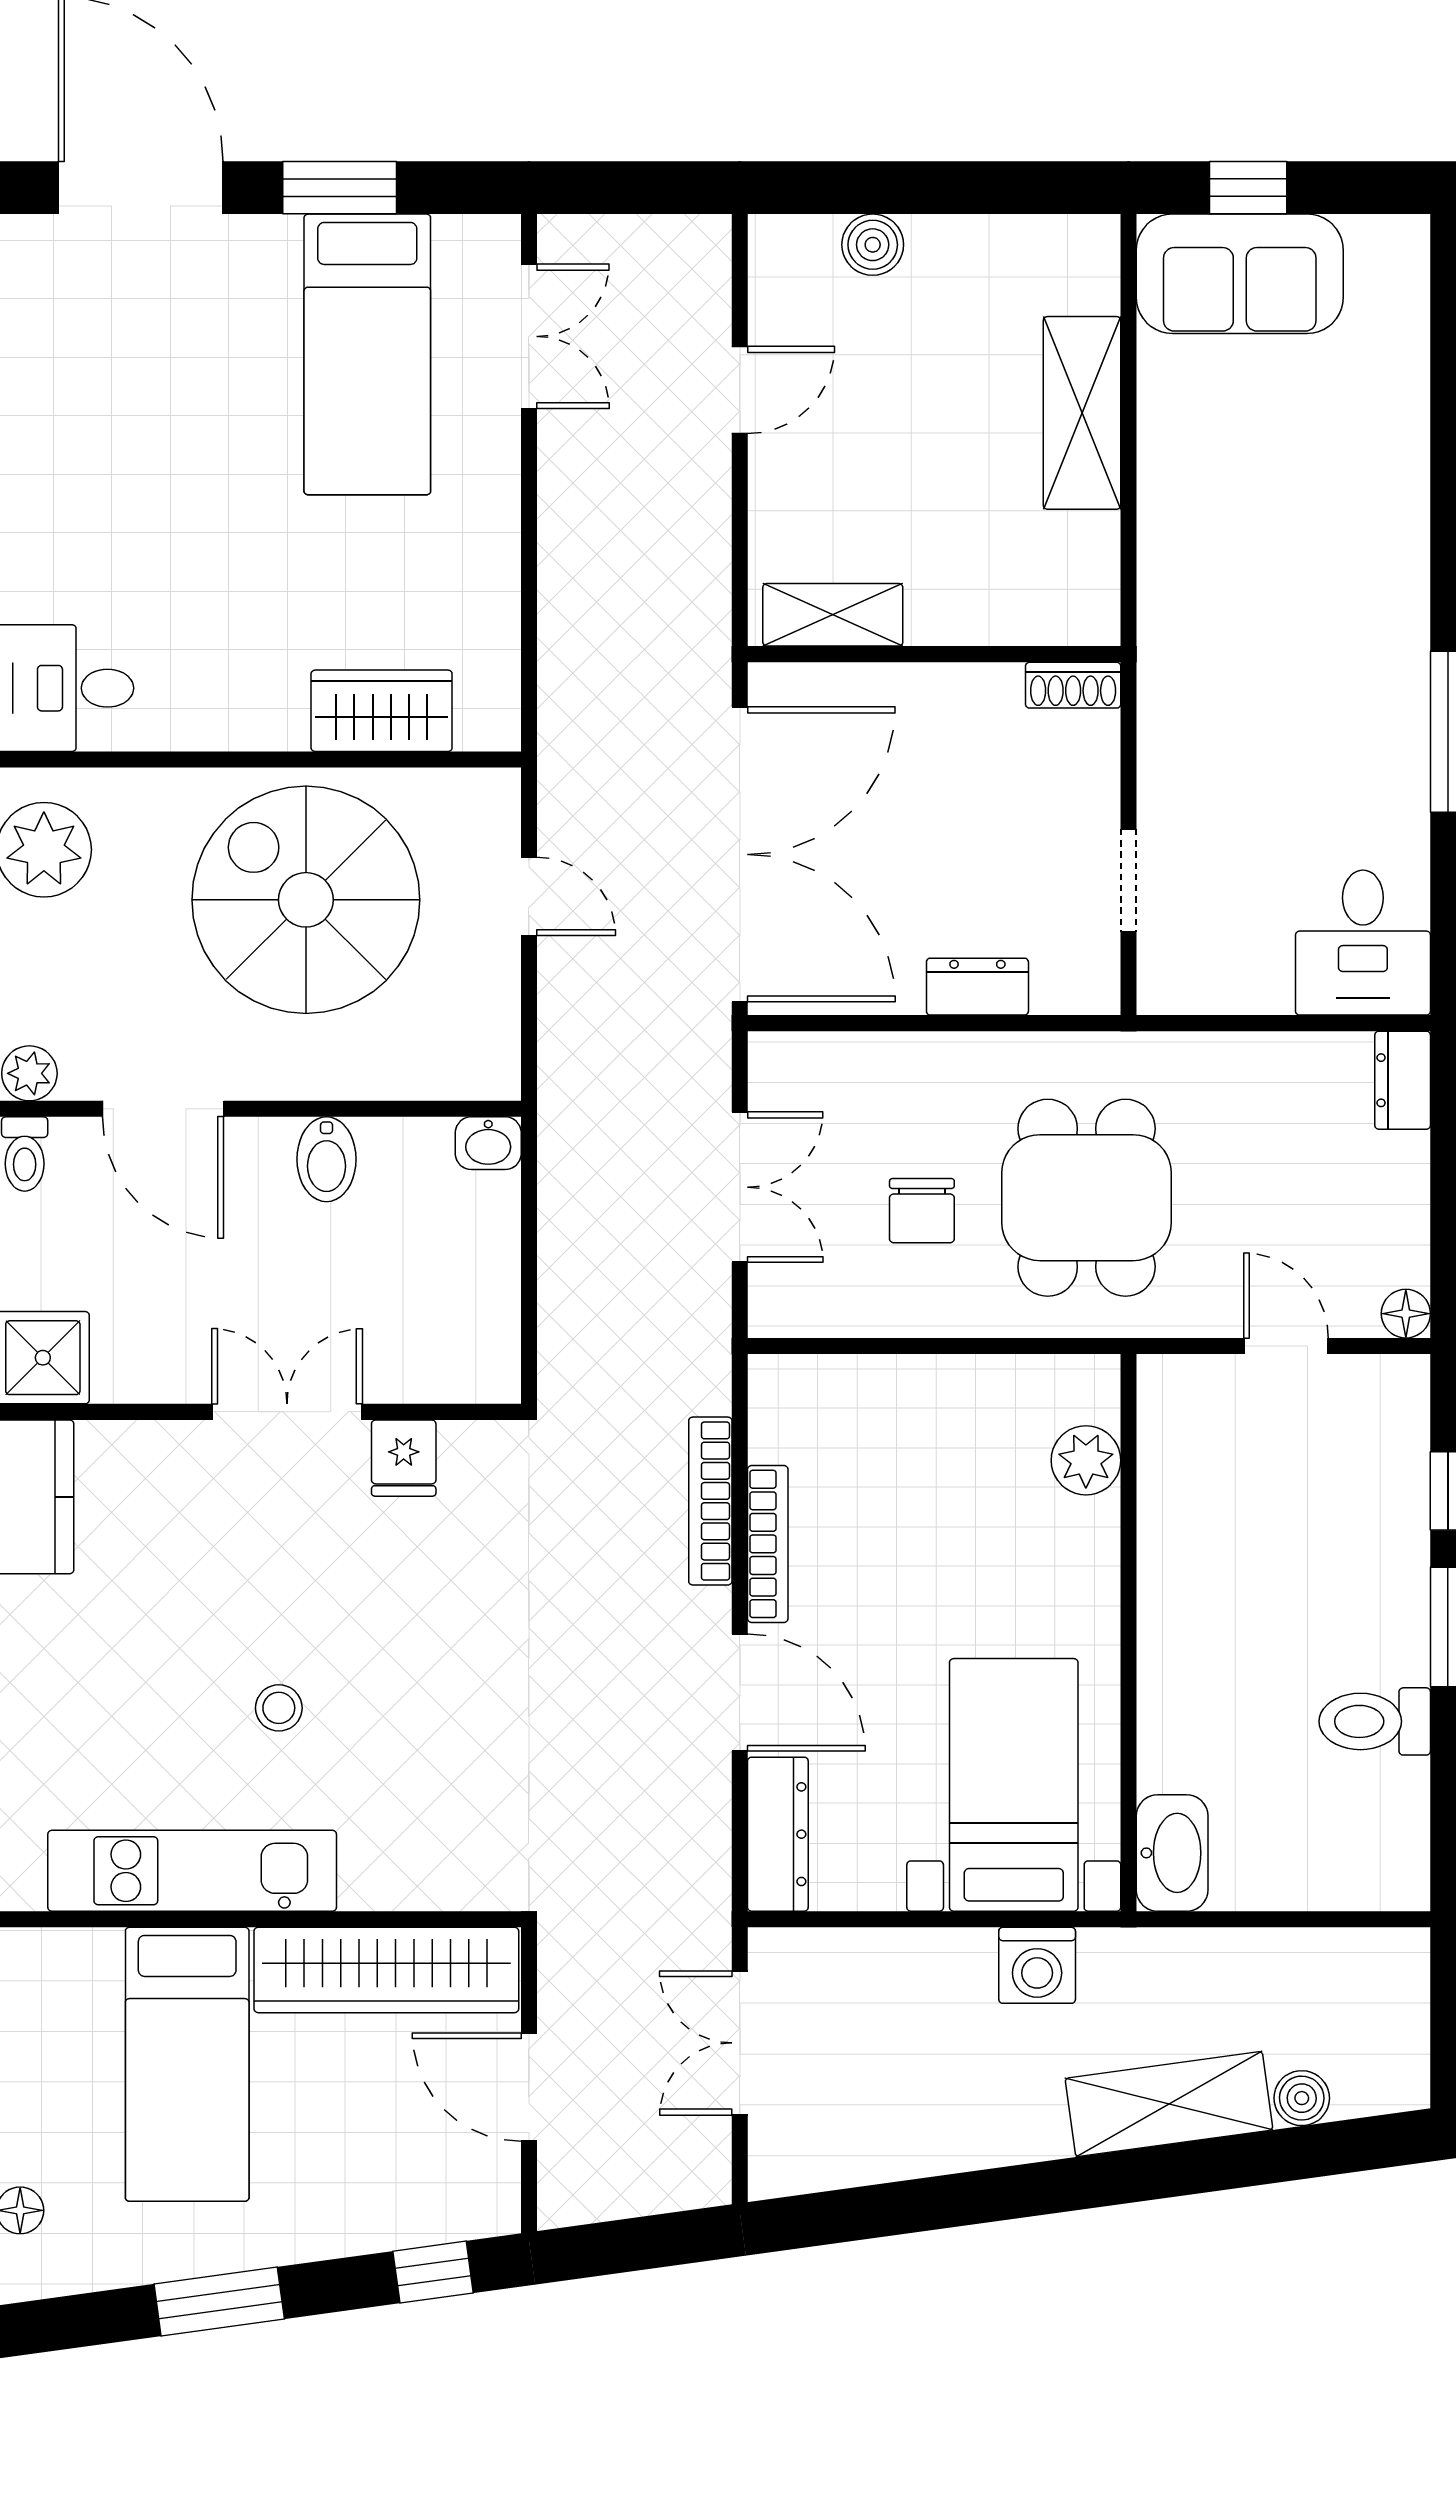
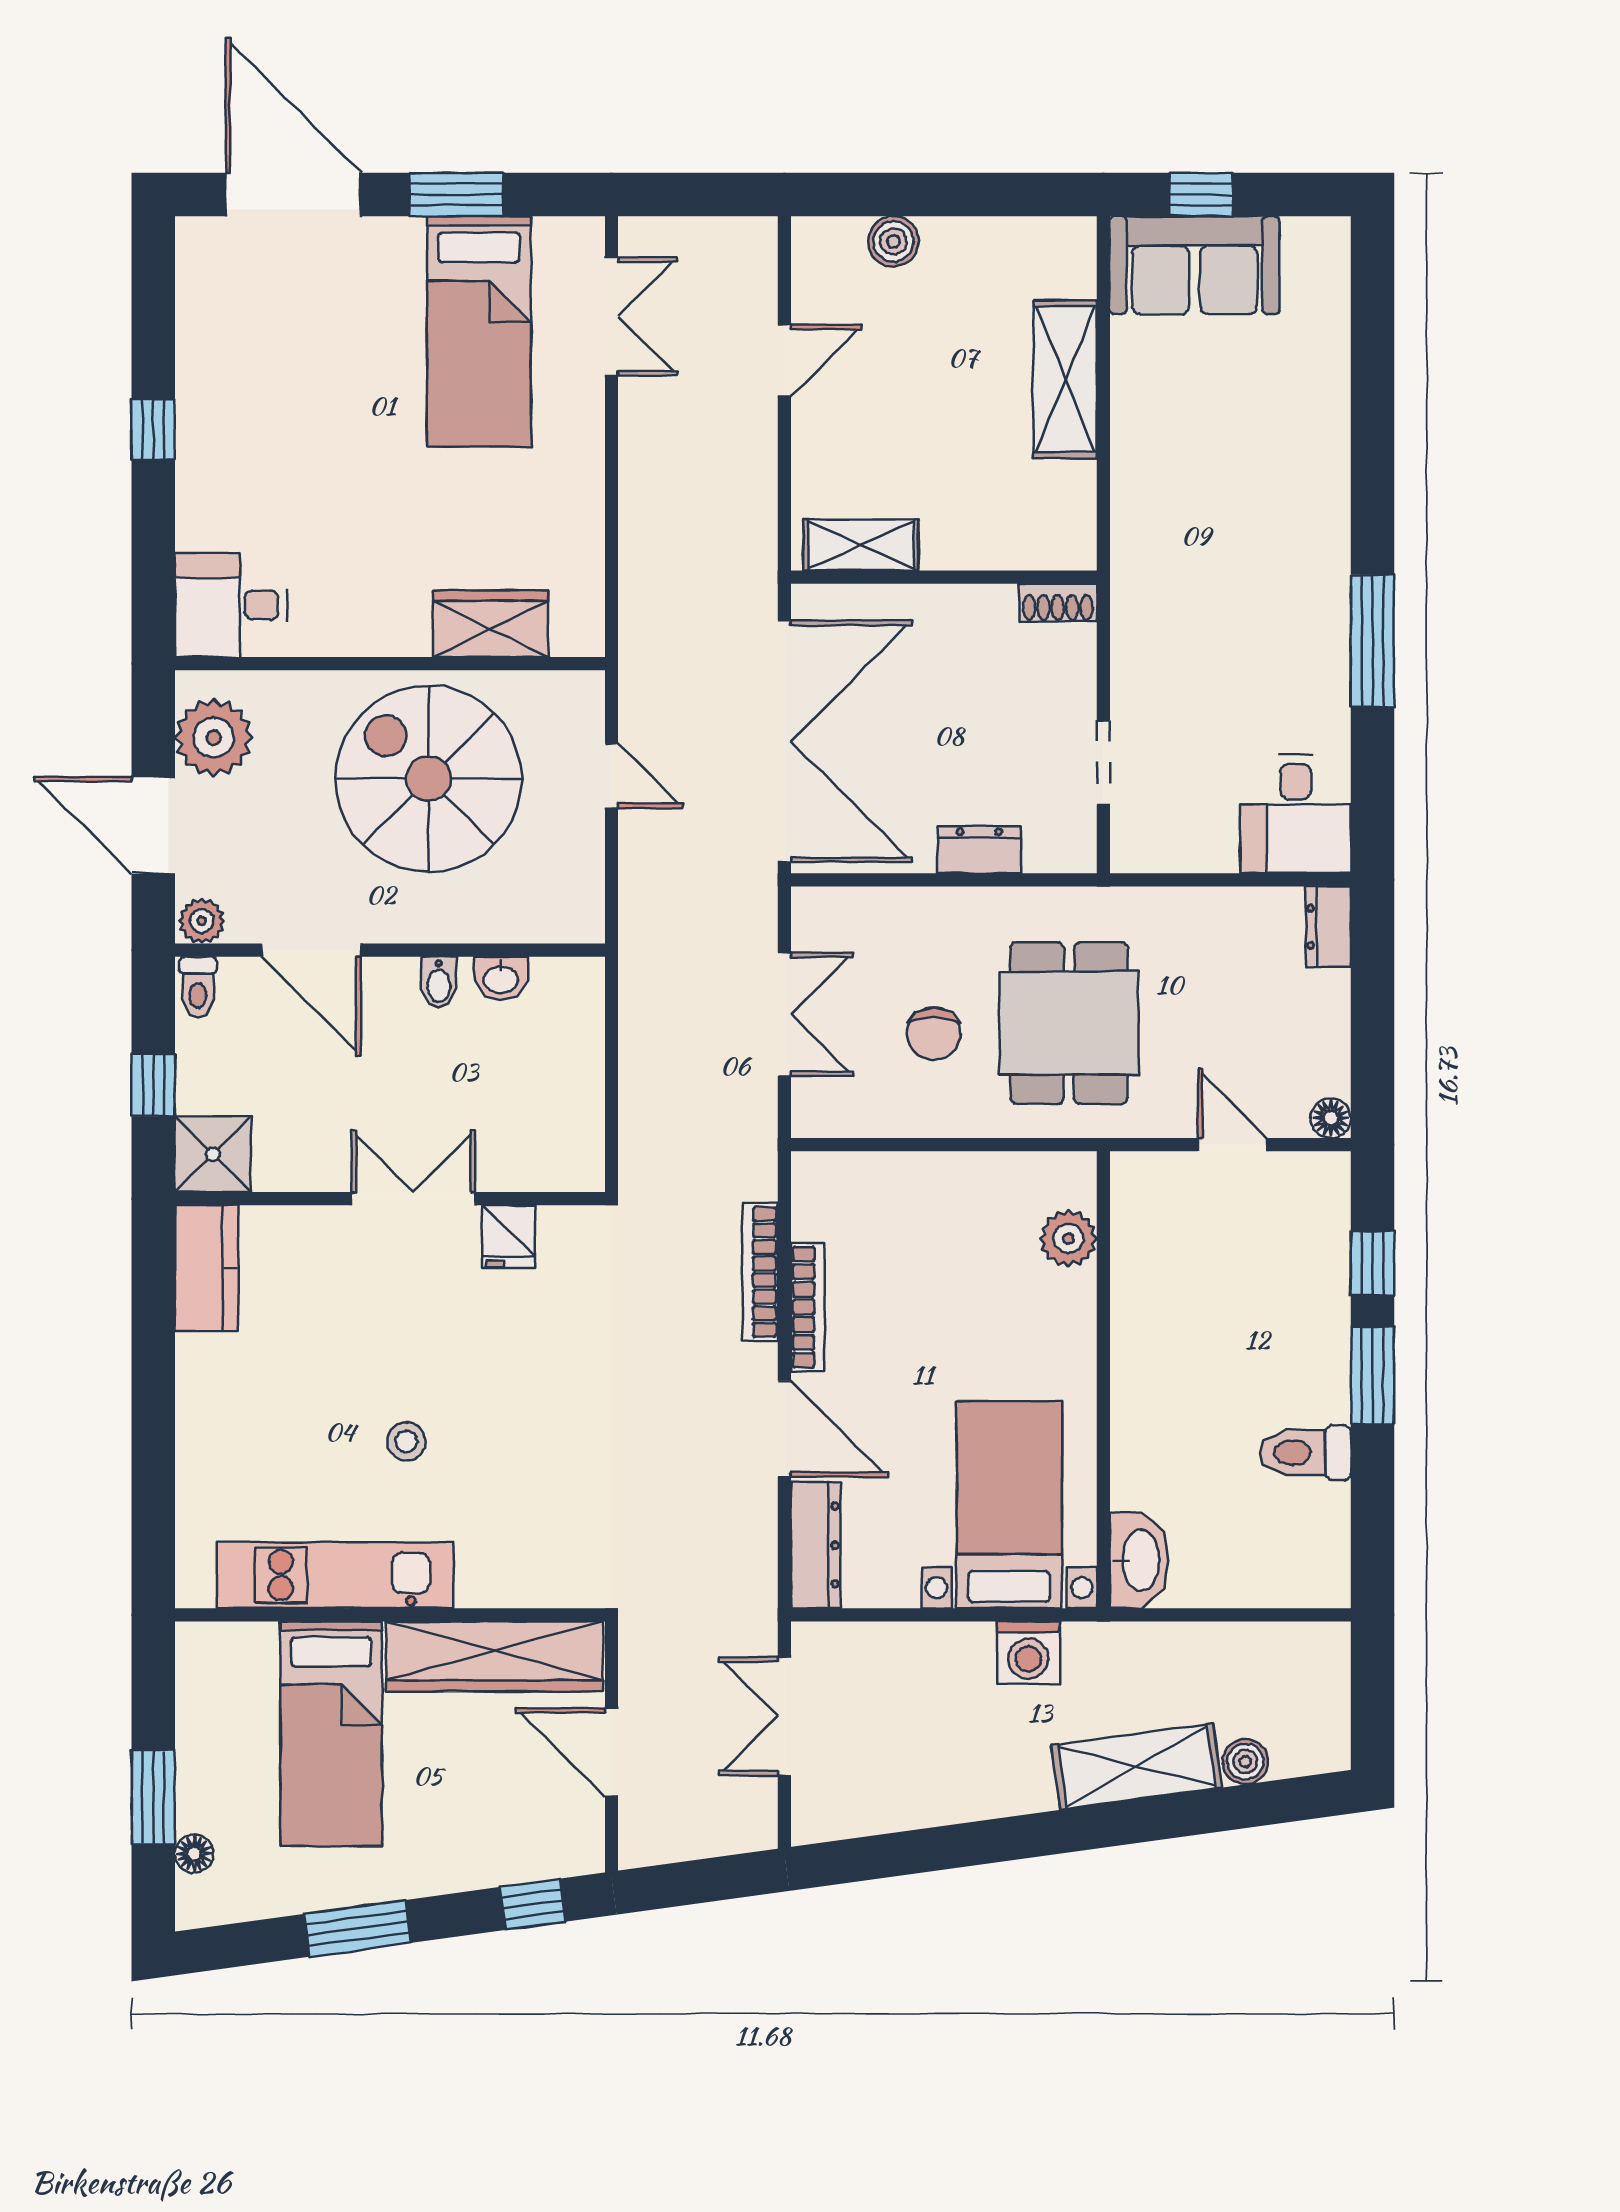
washbasin: (488, 1143) -> (501, 978), moved
bidet: (326, 1159) -> (439, 982), width x0.72, depth x0.74

